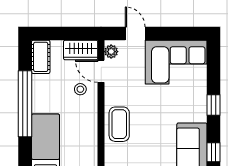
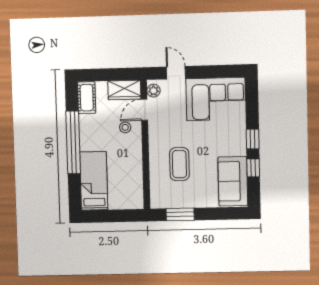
door: (101, 71) -> (144, 110), hinge flipped
coffee table: (119, 124) -> (179, 164), moved
window: (214, 152) -> (253, 168), moved

